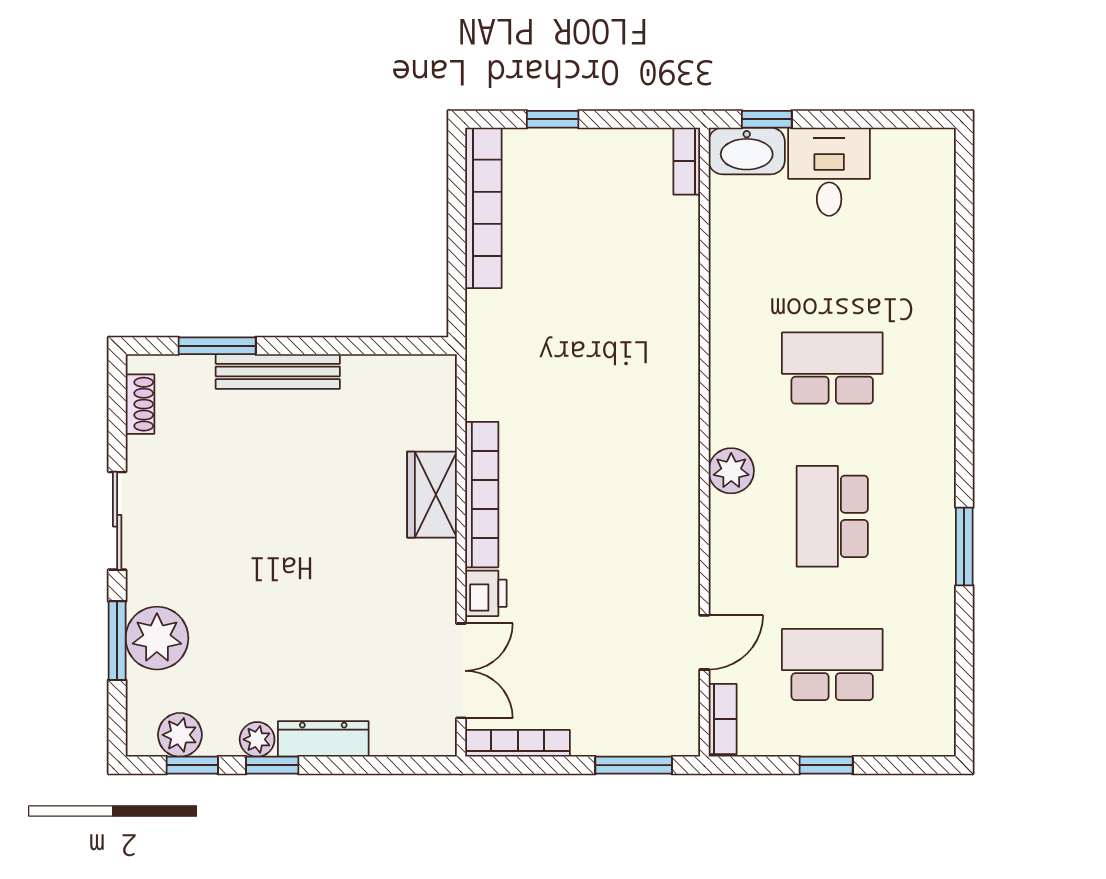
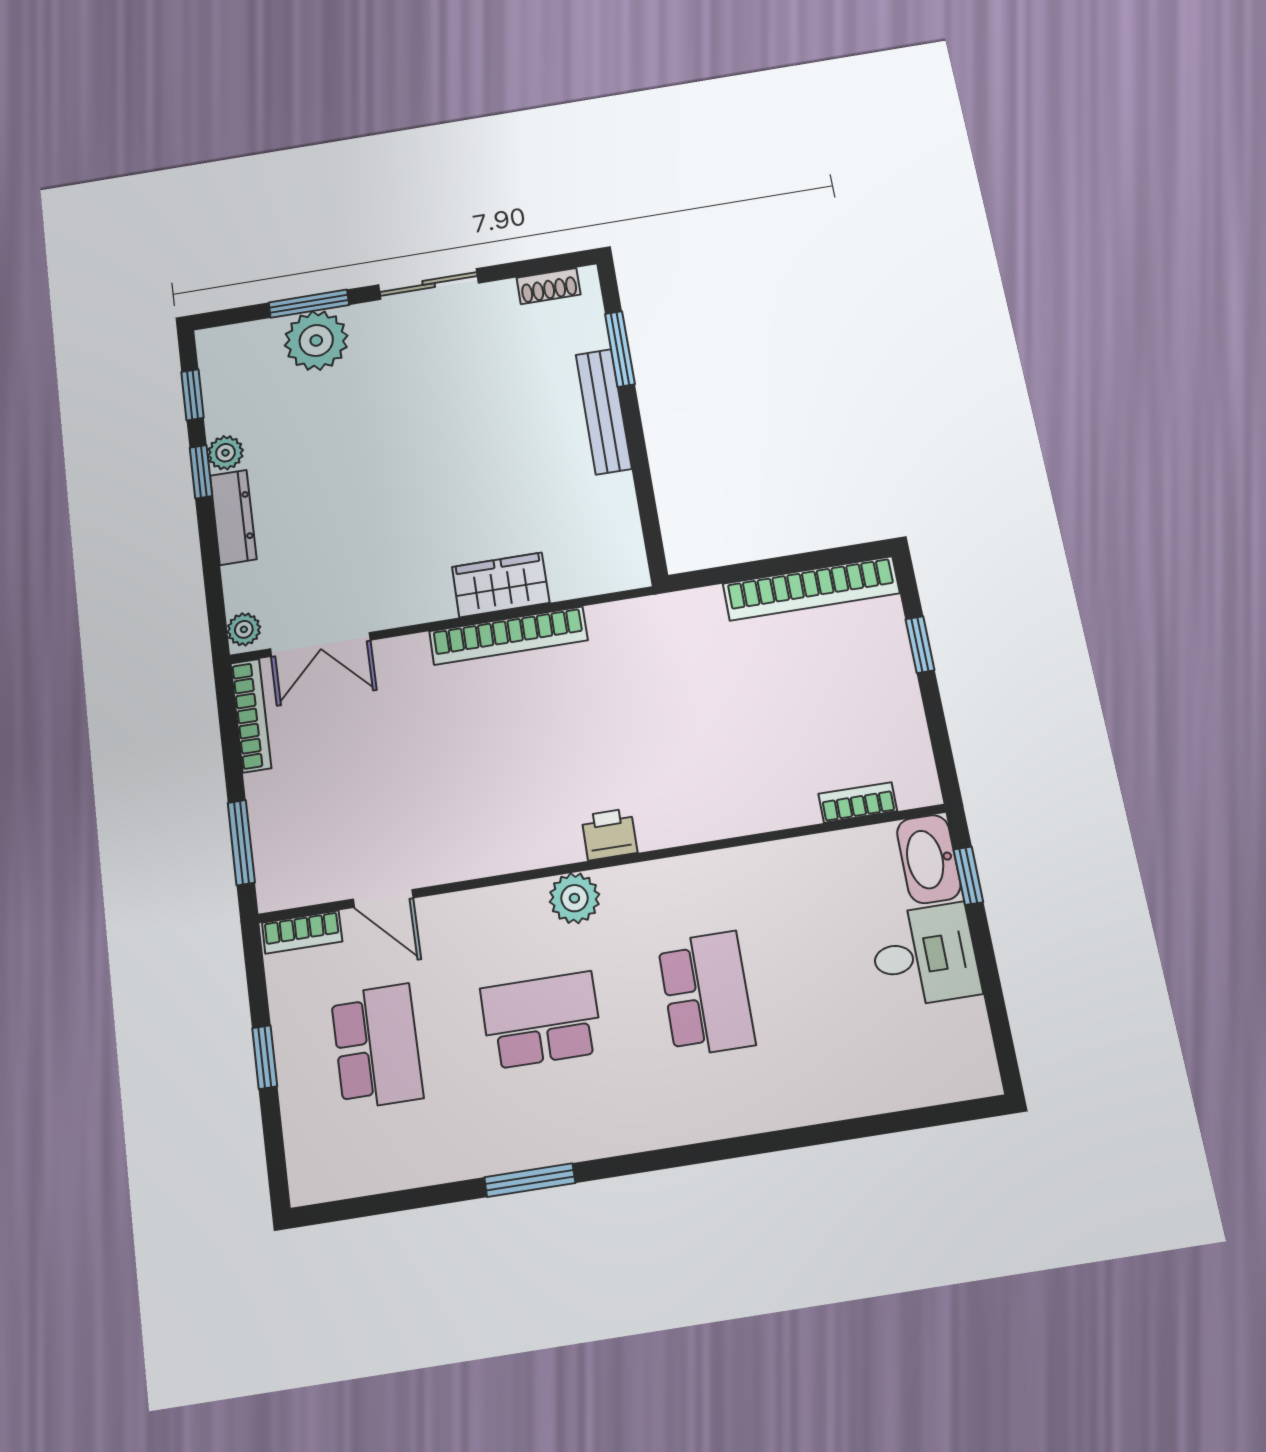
bookcase: (687, 161) -> (858, 802), moved
printer: (486, 593) -> (609, 834), moved, turned 180
plant: (180, 735) -> (244, 629), moved, width x0.73, depth x0.73

